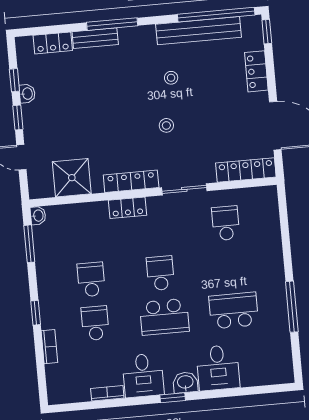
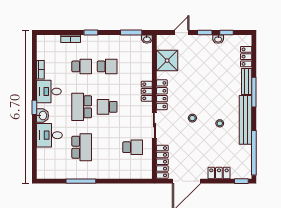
bench: (198, 31) -> (246, 120), moved
school desk: (160, 273) -> (107, 107), turned 180

